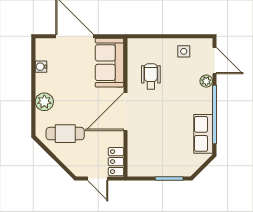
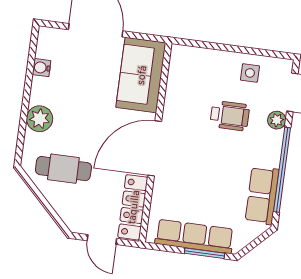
wheelchair: (151, 76) -> (230, 116), moved, turned 90
locker: (116, 162) -> (133, 207), width x1.53
row of seats: (161, 168) -> (194, 236), added

